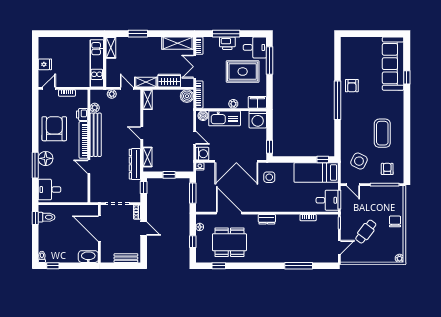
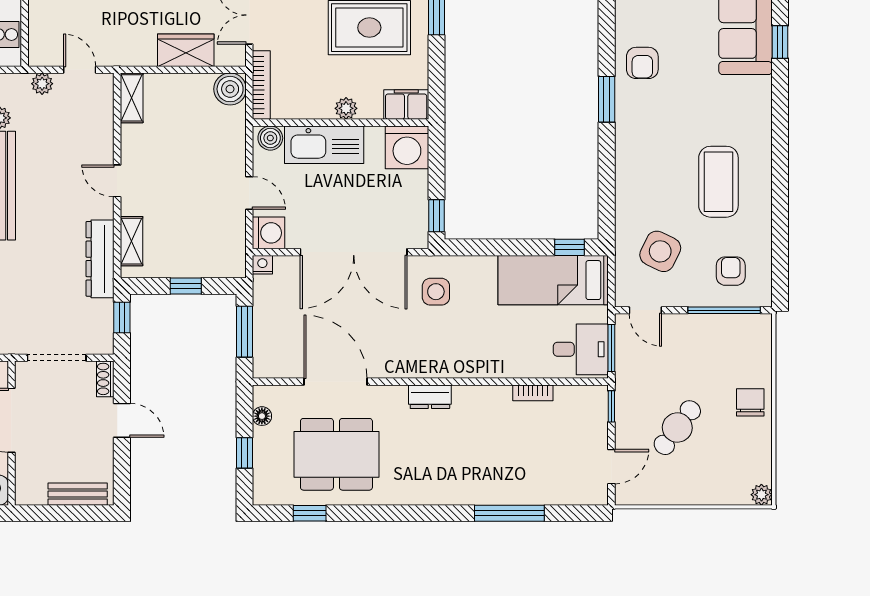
shelving: (146, 82) -> (127, 54), removed
window: (338, 100) -> (607, 99), width x0.47

